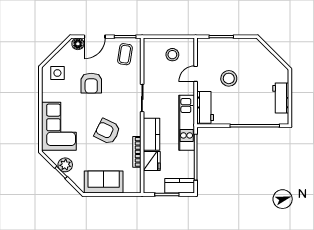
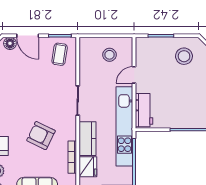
door: (95, 37) -> (28, 36), hinge flipped
stool: (229, 78) -> (184, 56), moved
armchair: (91, 83) -> (24, 85), removed
kitchen unit: (187, 123) -> (124, 126), width x1.36

